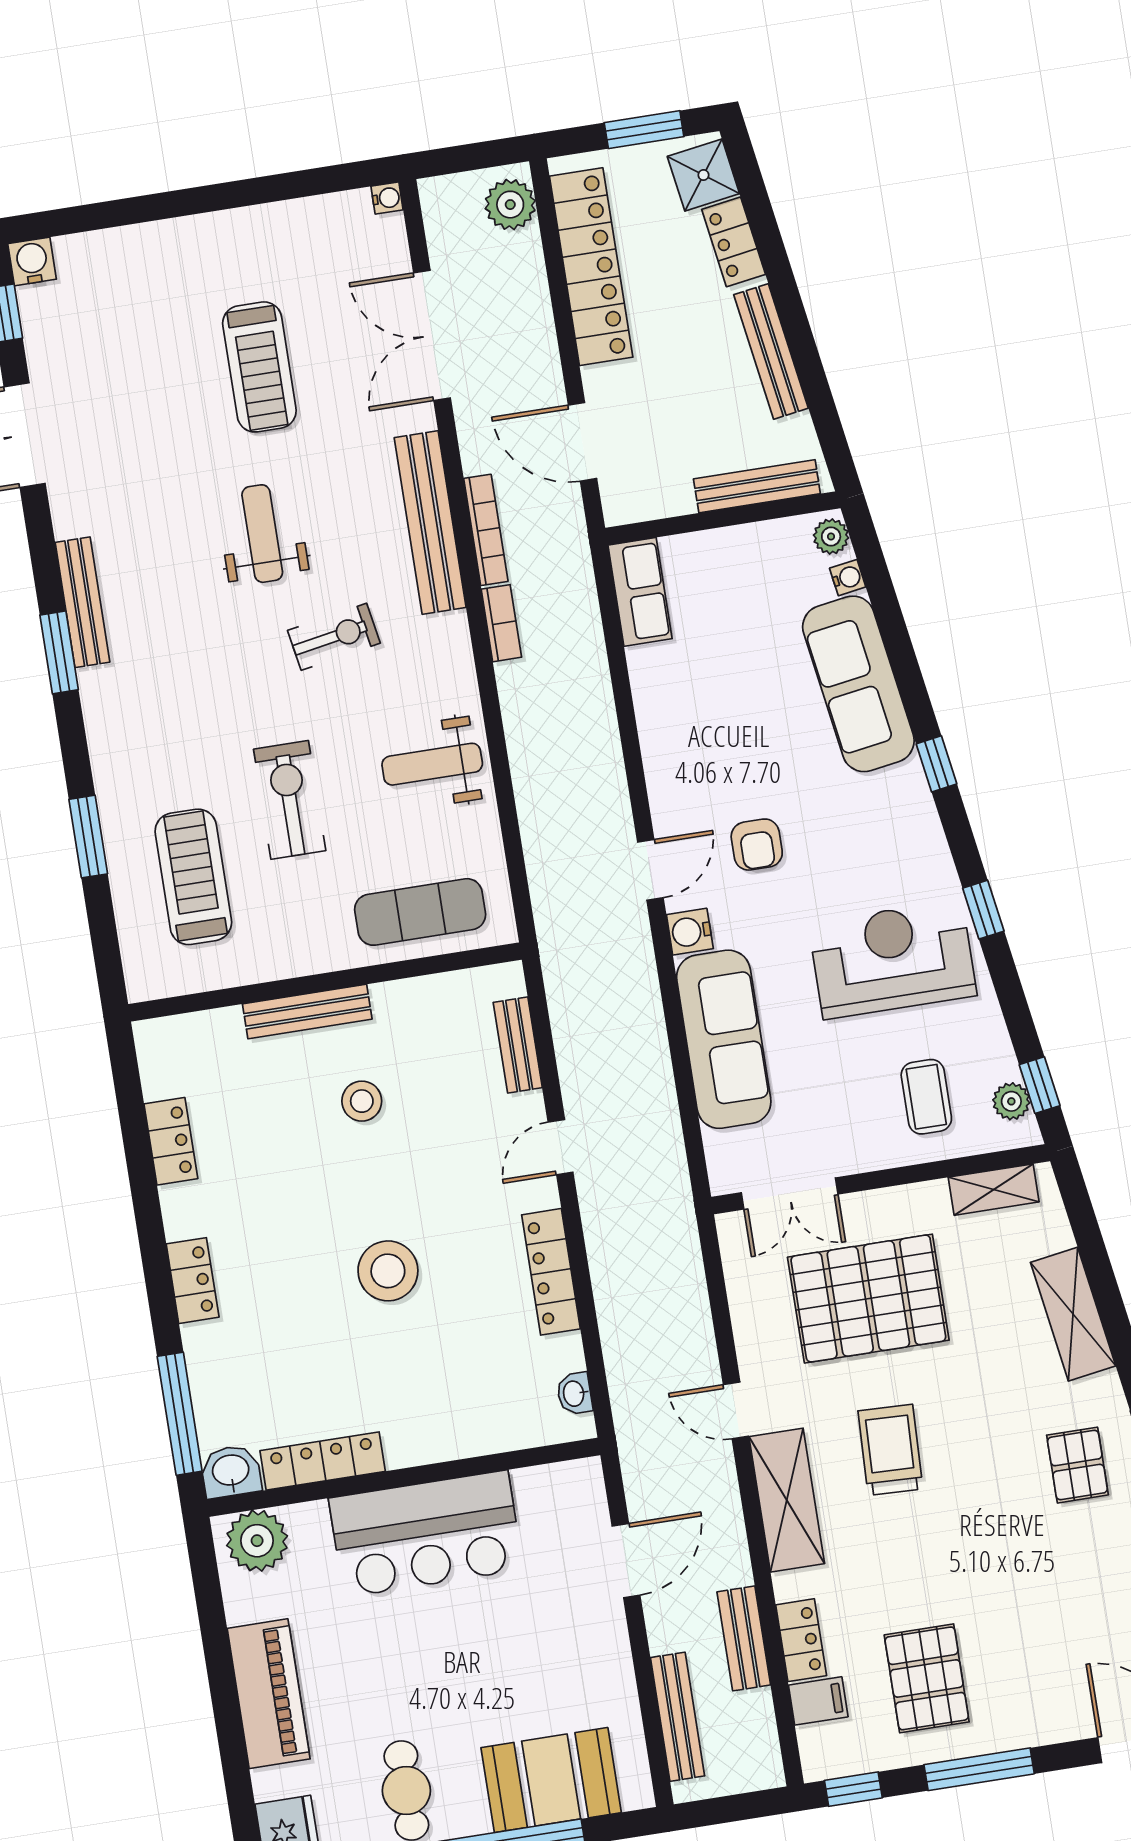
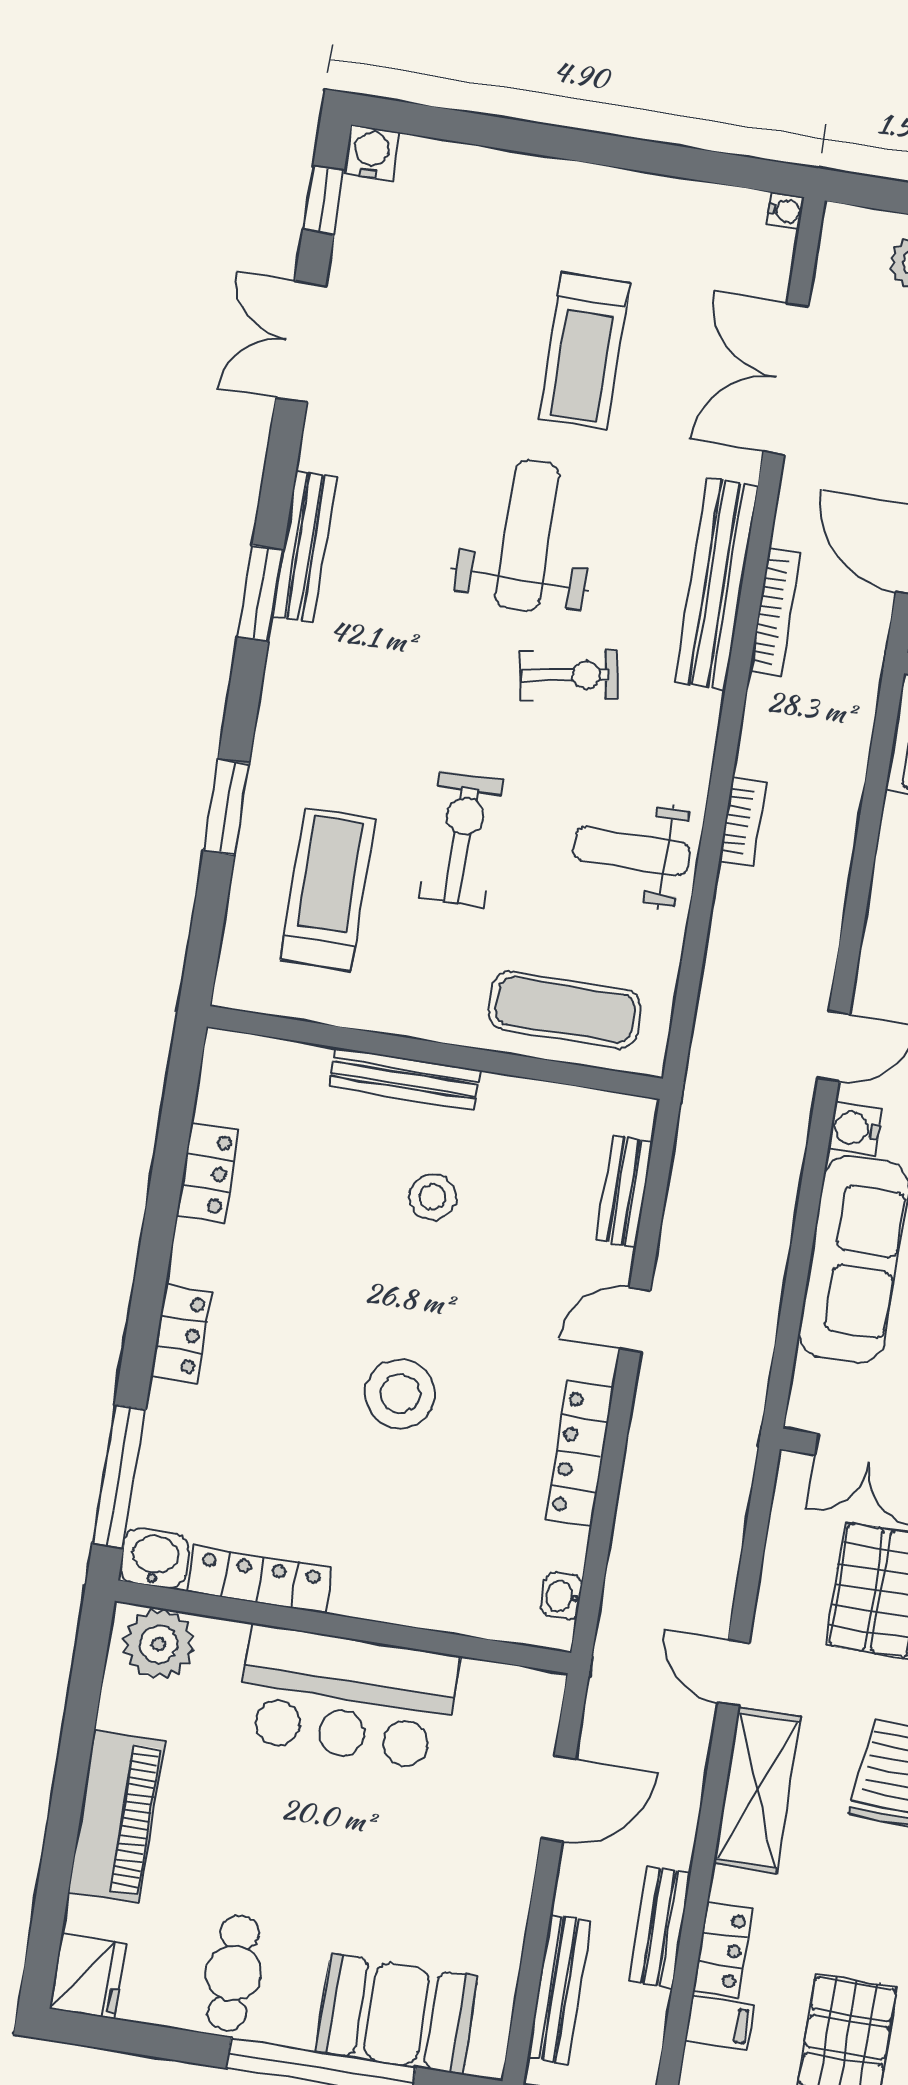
weight bench: (262, 534) -> (527, 536), width x1.36, depth x1.33
bookcase: (501, 623) -> (742, 822), moved

